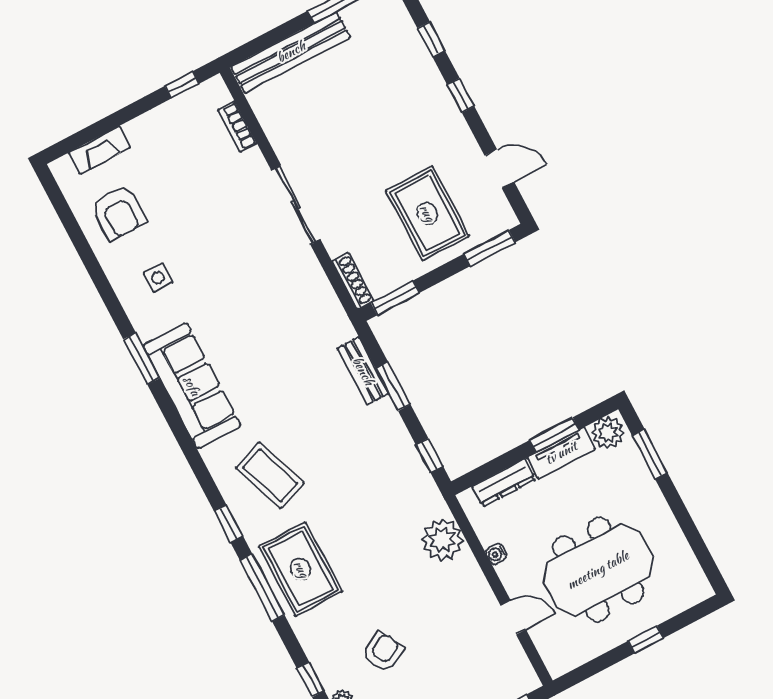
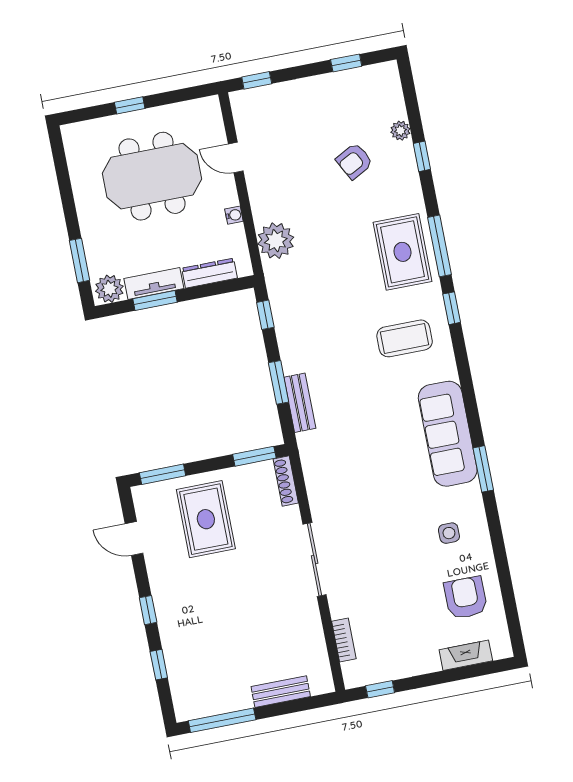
bench: (291, 52) -> (281, 692), width x0.54, depth x0.82
coffee table: (270, 475) -> (405, 338), turned -70

